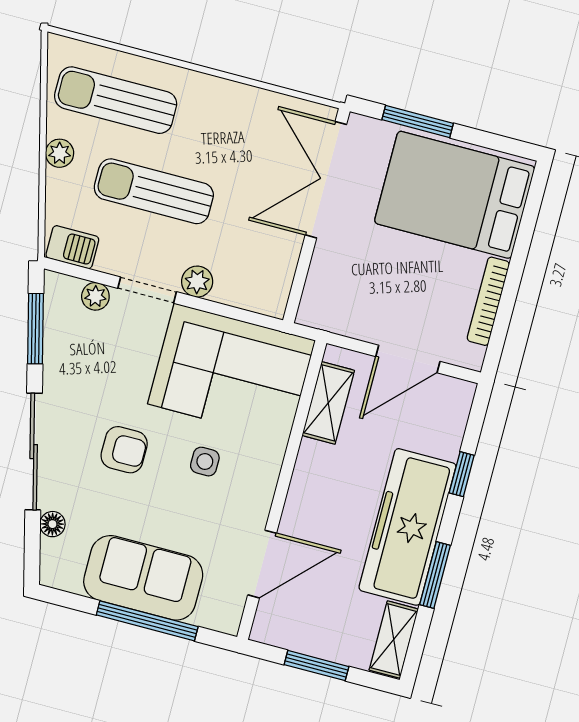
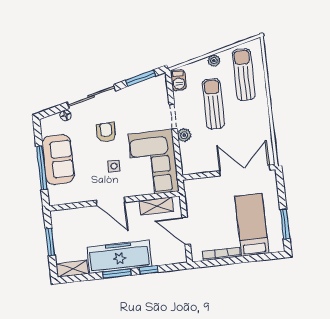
window: (418, 122) -> (285, 224), moved
bed: (455, 195) -> (252, 225), width x0.67
plant: (95, 296) -> (163, 97), removed
armchair: (124, 450) -> (106, 132), turned 180
door: (262, 564) -> (111, 201), moved
window: (435, 575) -> (117, 274), moved

